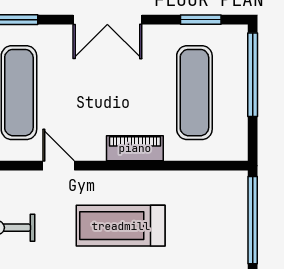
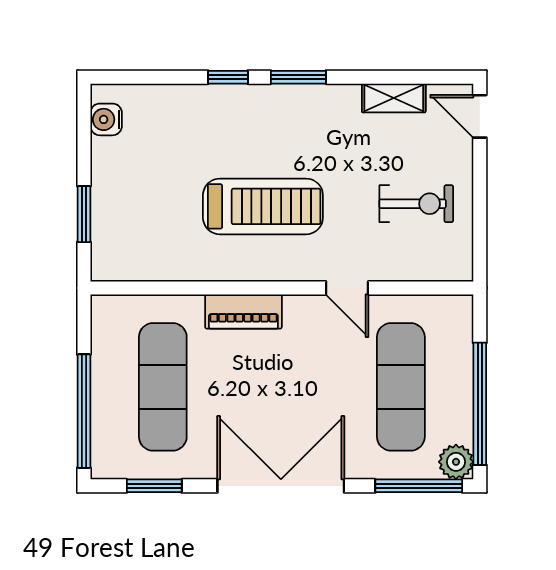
double door: (107, 20) -> (281, 486), width x1.36
window: (253, 220) -> (84, 214), width x0.47

